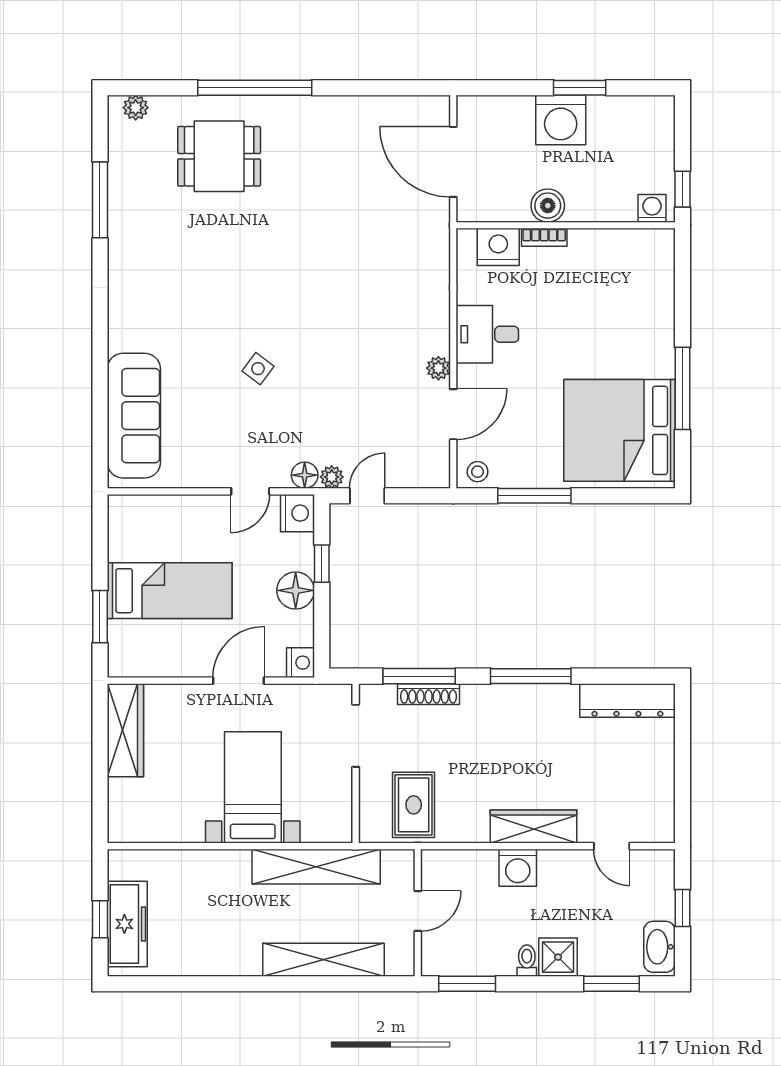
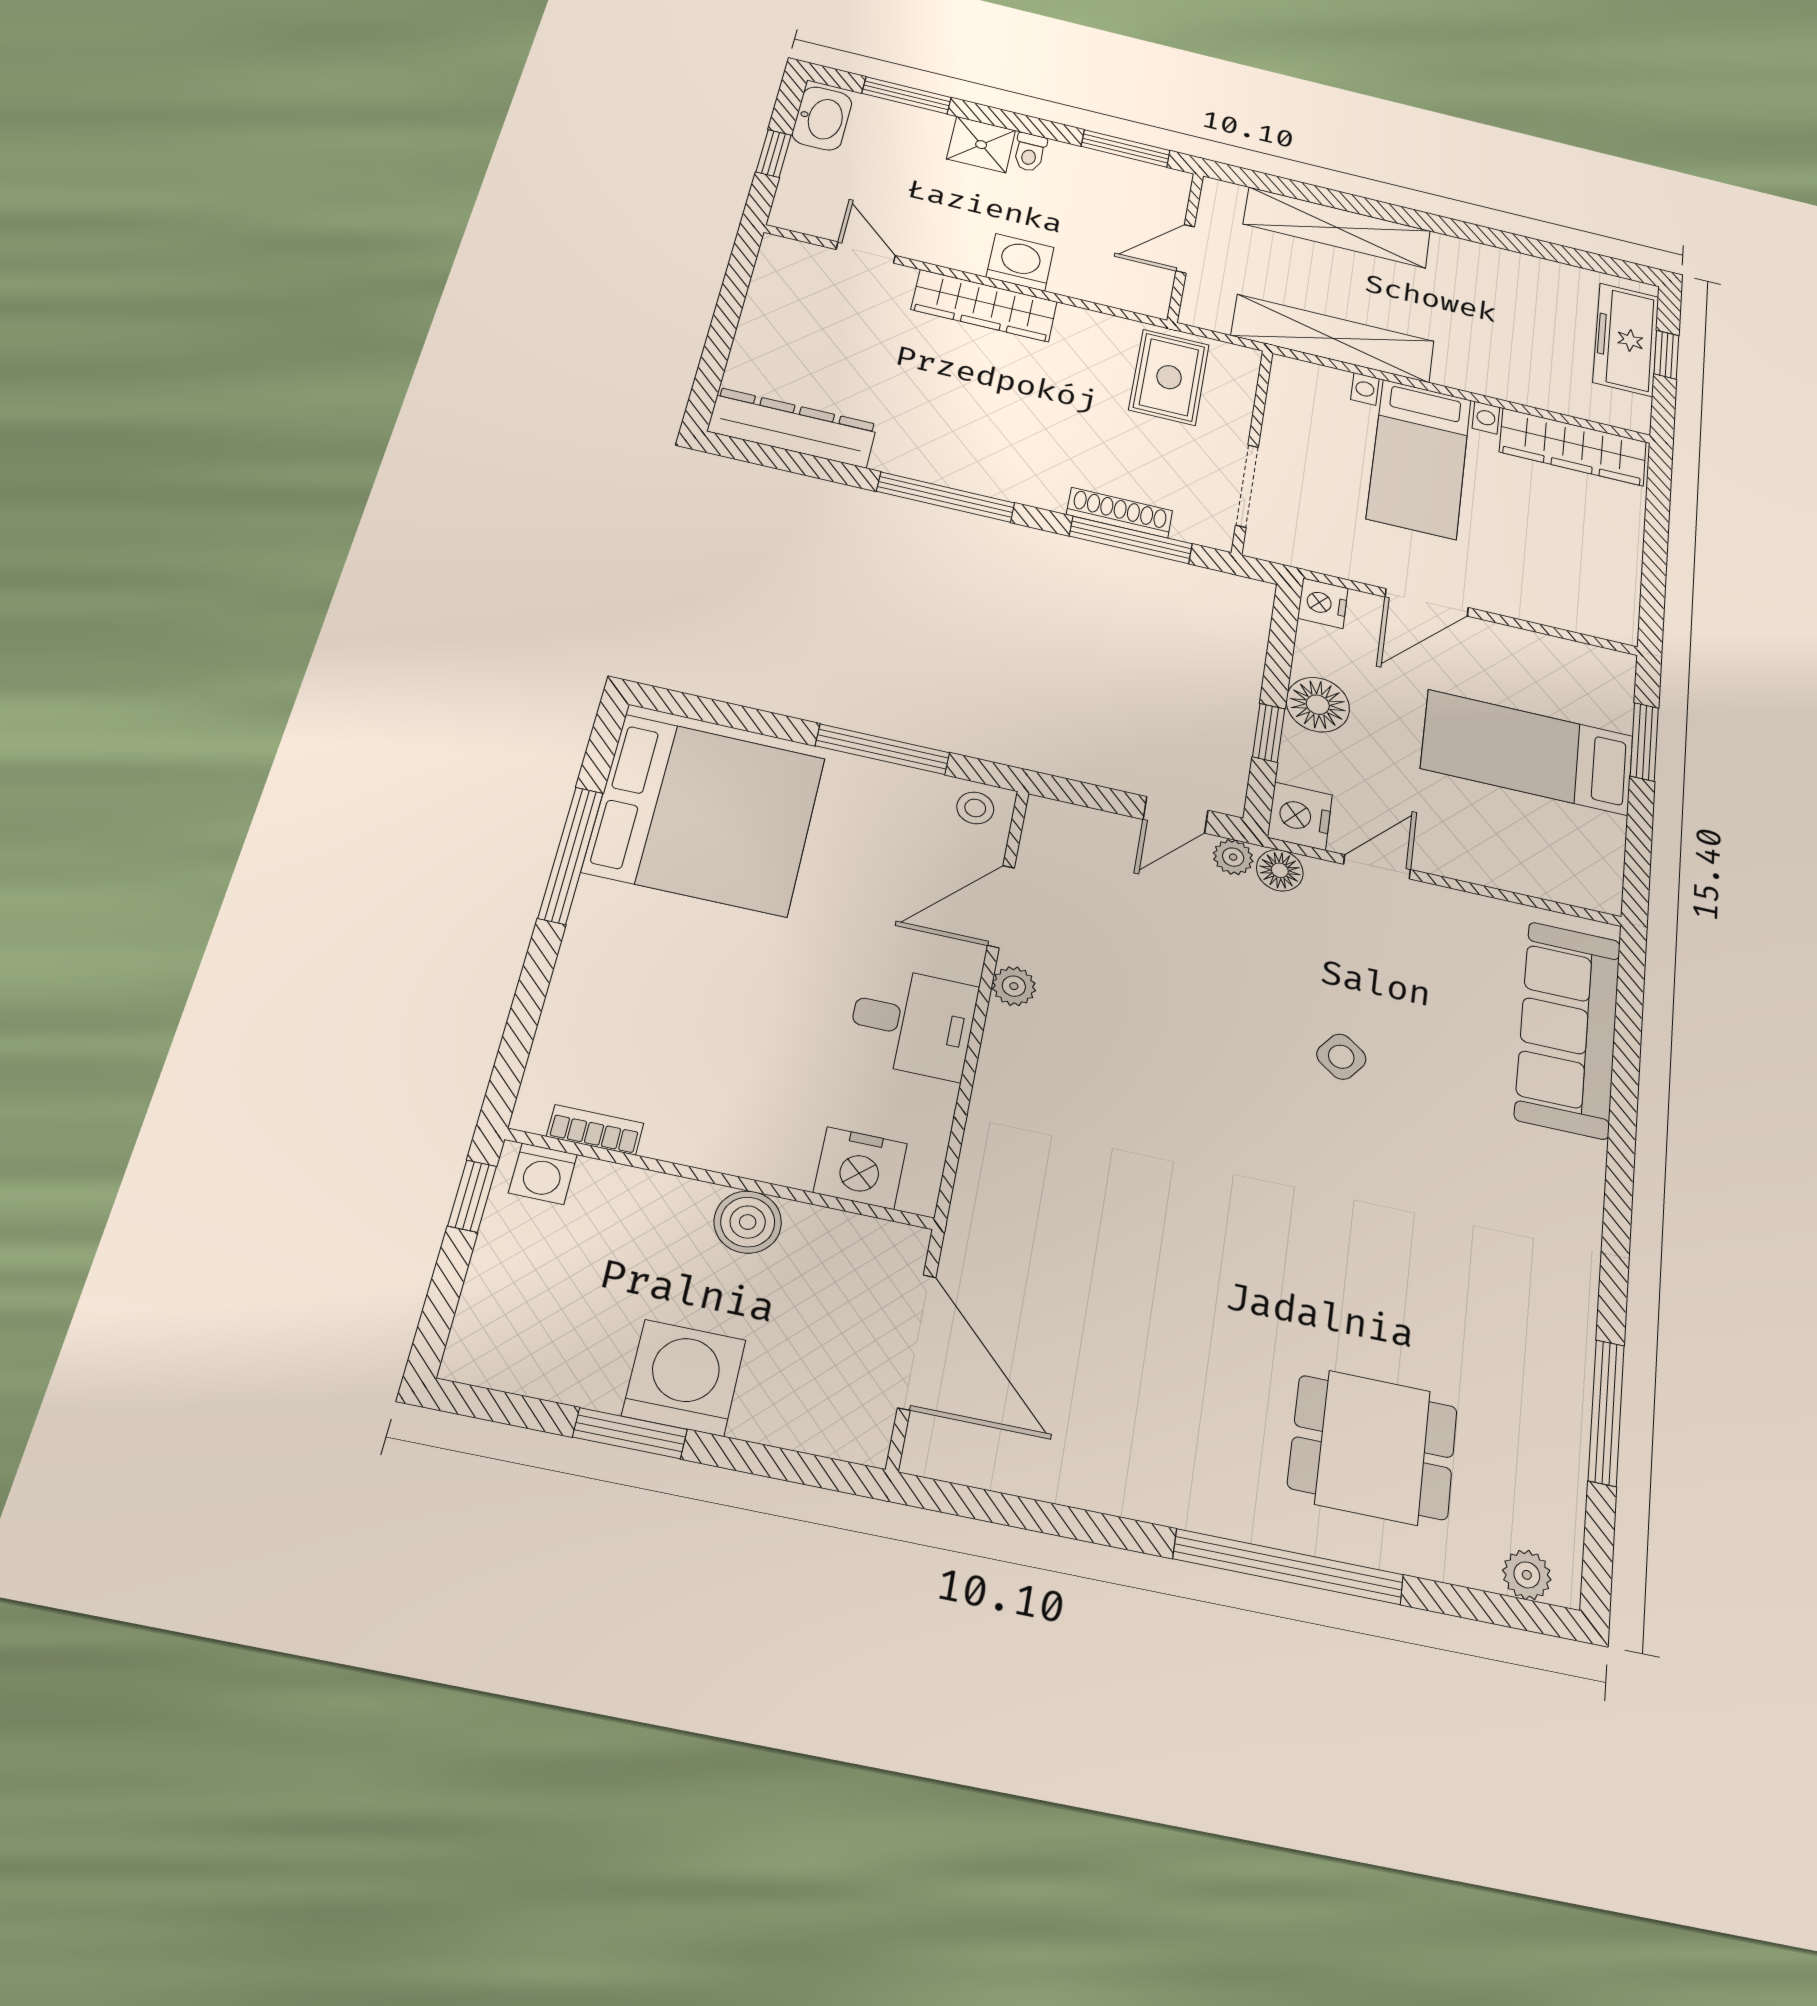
bookcase: (544, 237) -> (595, 1130), moved
wardrobe: (125, 730) -> (1573, 447), moved, turned -90

